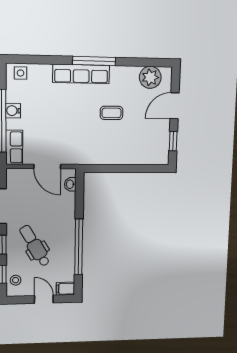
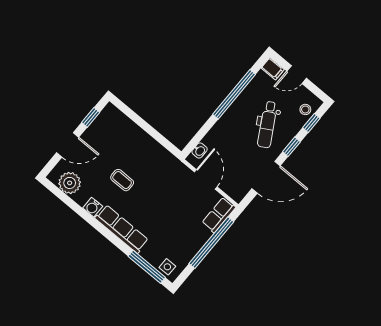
window: (94, 61) -> (147, 267), moved
water cooler: (13, 111) -> (93, 207), moved, turned 90
door: (44, 299) -> (297, 75), hinge flipped

